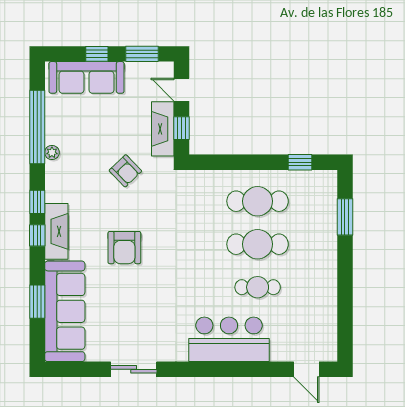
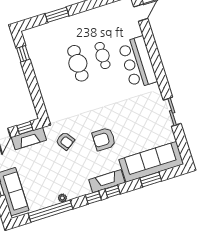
armchair: (125, 171) -> (65, 141), moved, turned 99
cafe table: (258, 201) -> (53, 71), removed
window: (345, 217) -> (57, 15), moved
armchair: (124, 248) -> (104, 139), turned 180

